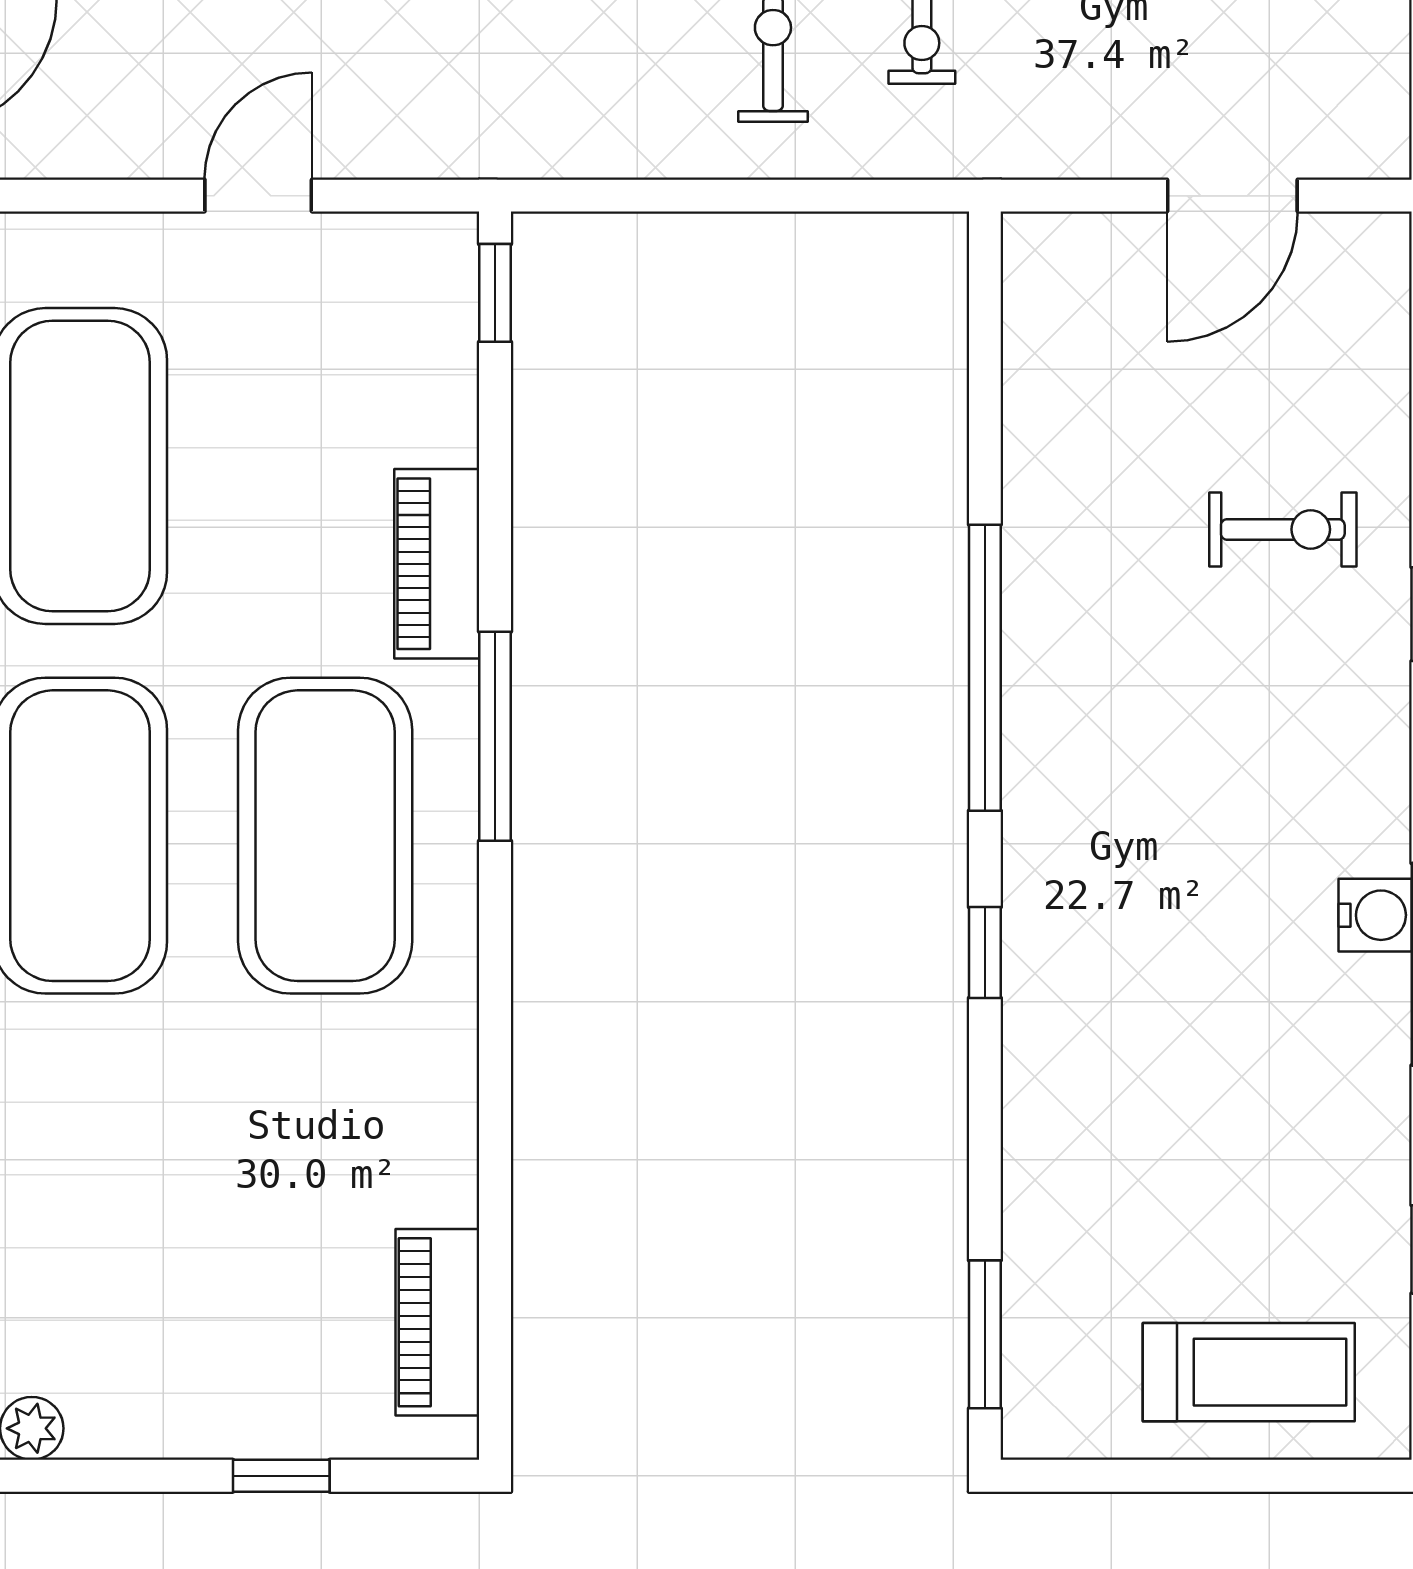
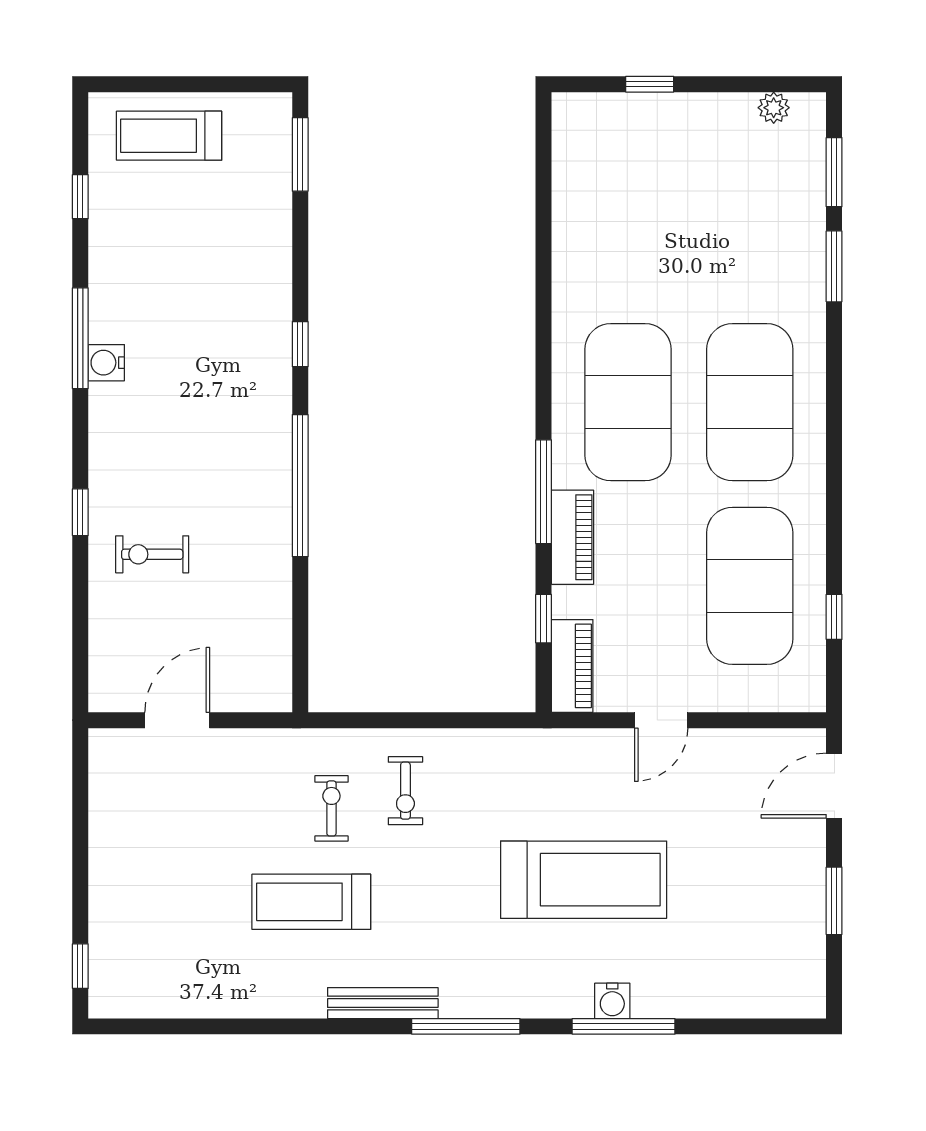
window: (495, 293) -> (544, 619), moved
window: (495, 736) -> (544, 492), moved
piano: (437, 1322) -> (572, 666), moved

